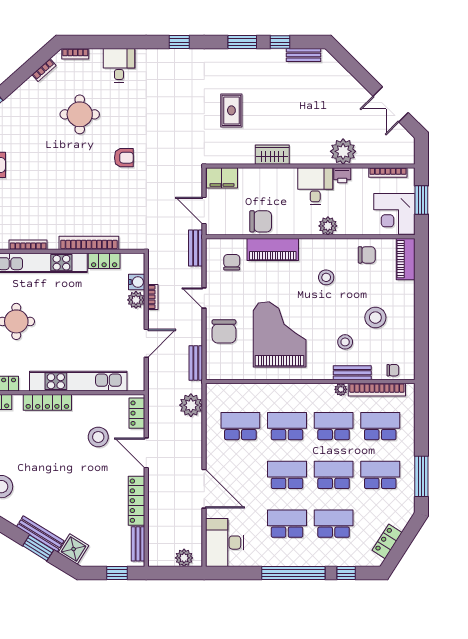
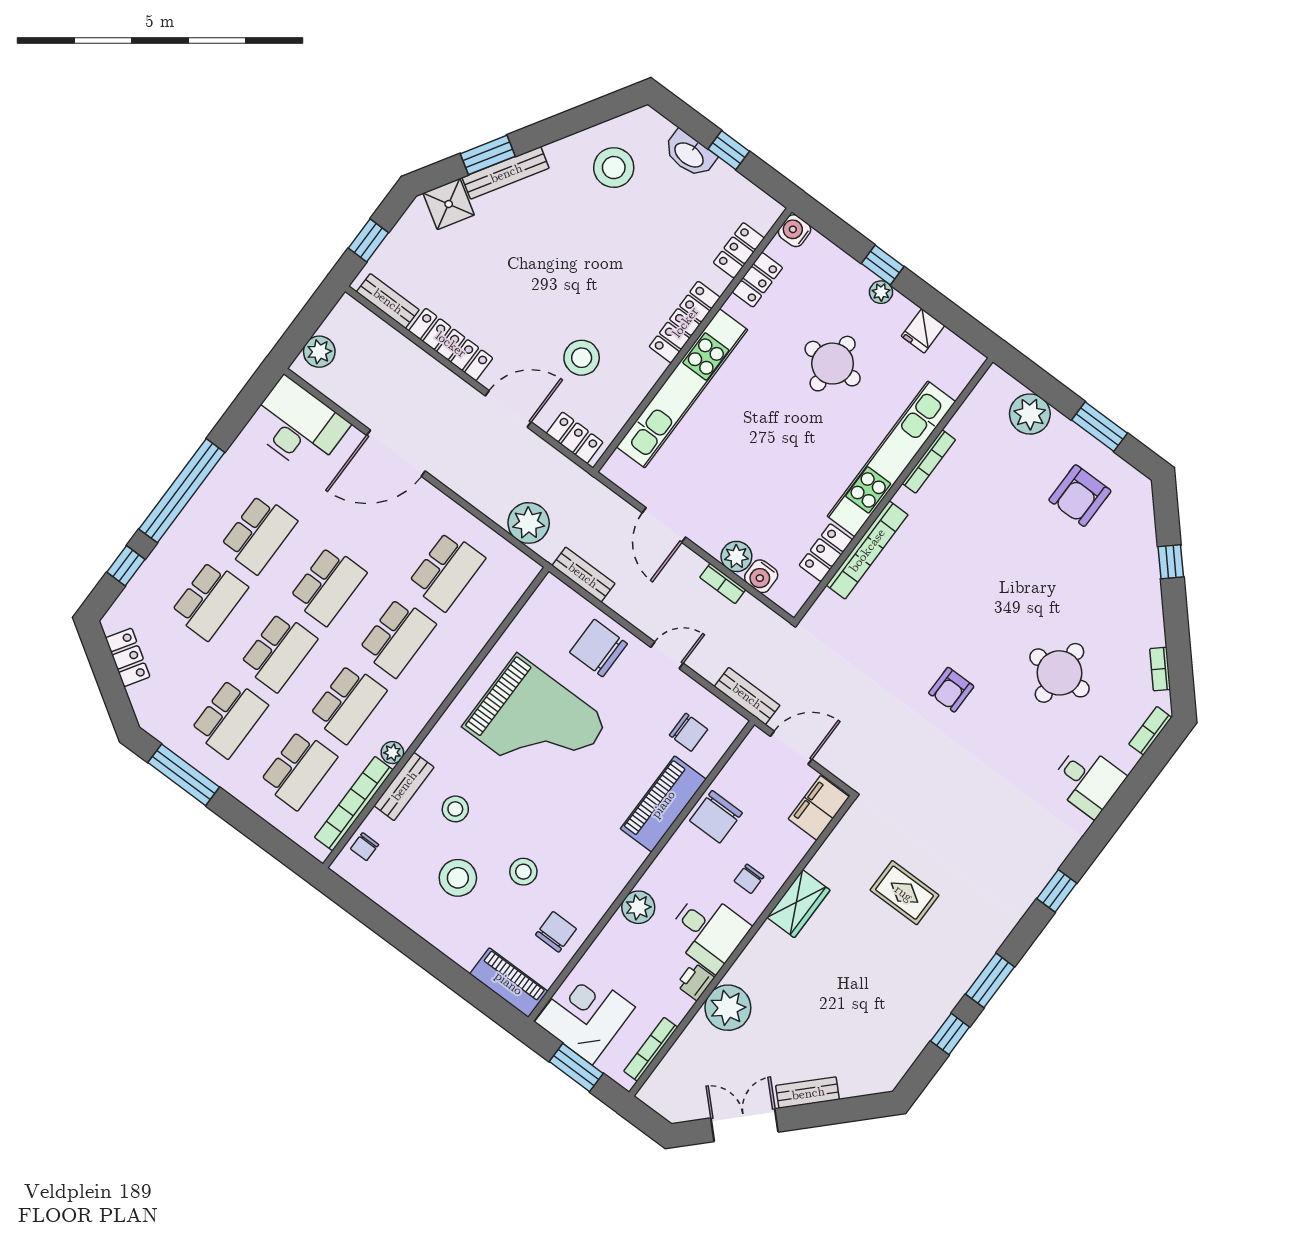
bench: (303, 55) -> (808, 1093), moved, turned 45
chair: (278, 185) -> (749, 879), added
chair: (367, 255) -> (556, 932), turned 180
stool: (326, 277) -> (523, 872), moved

